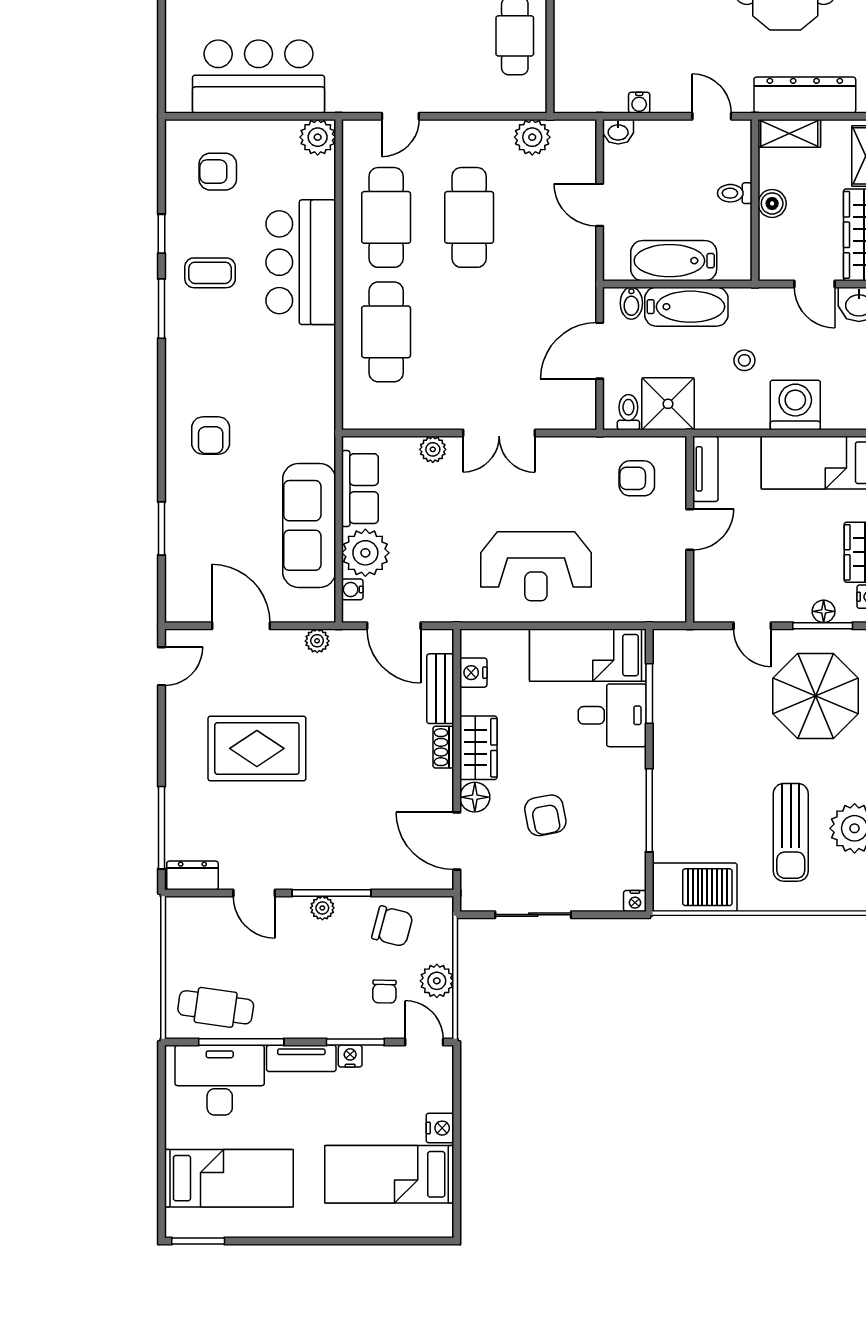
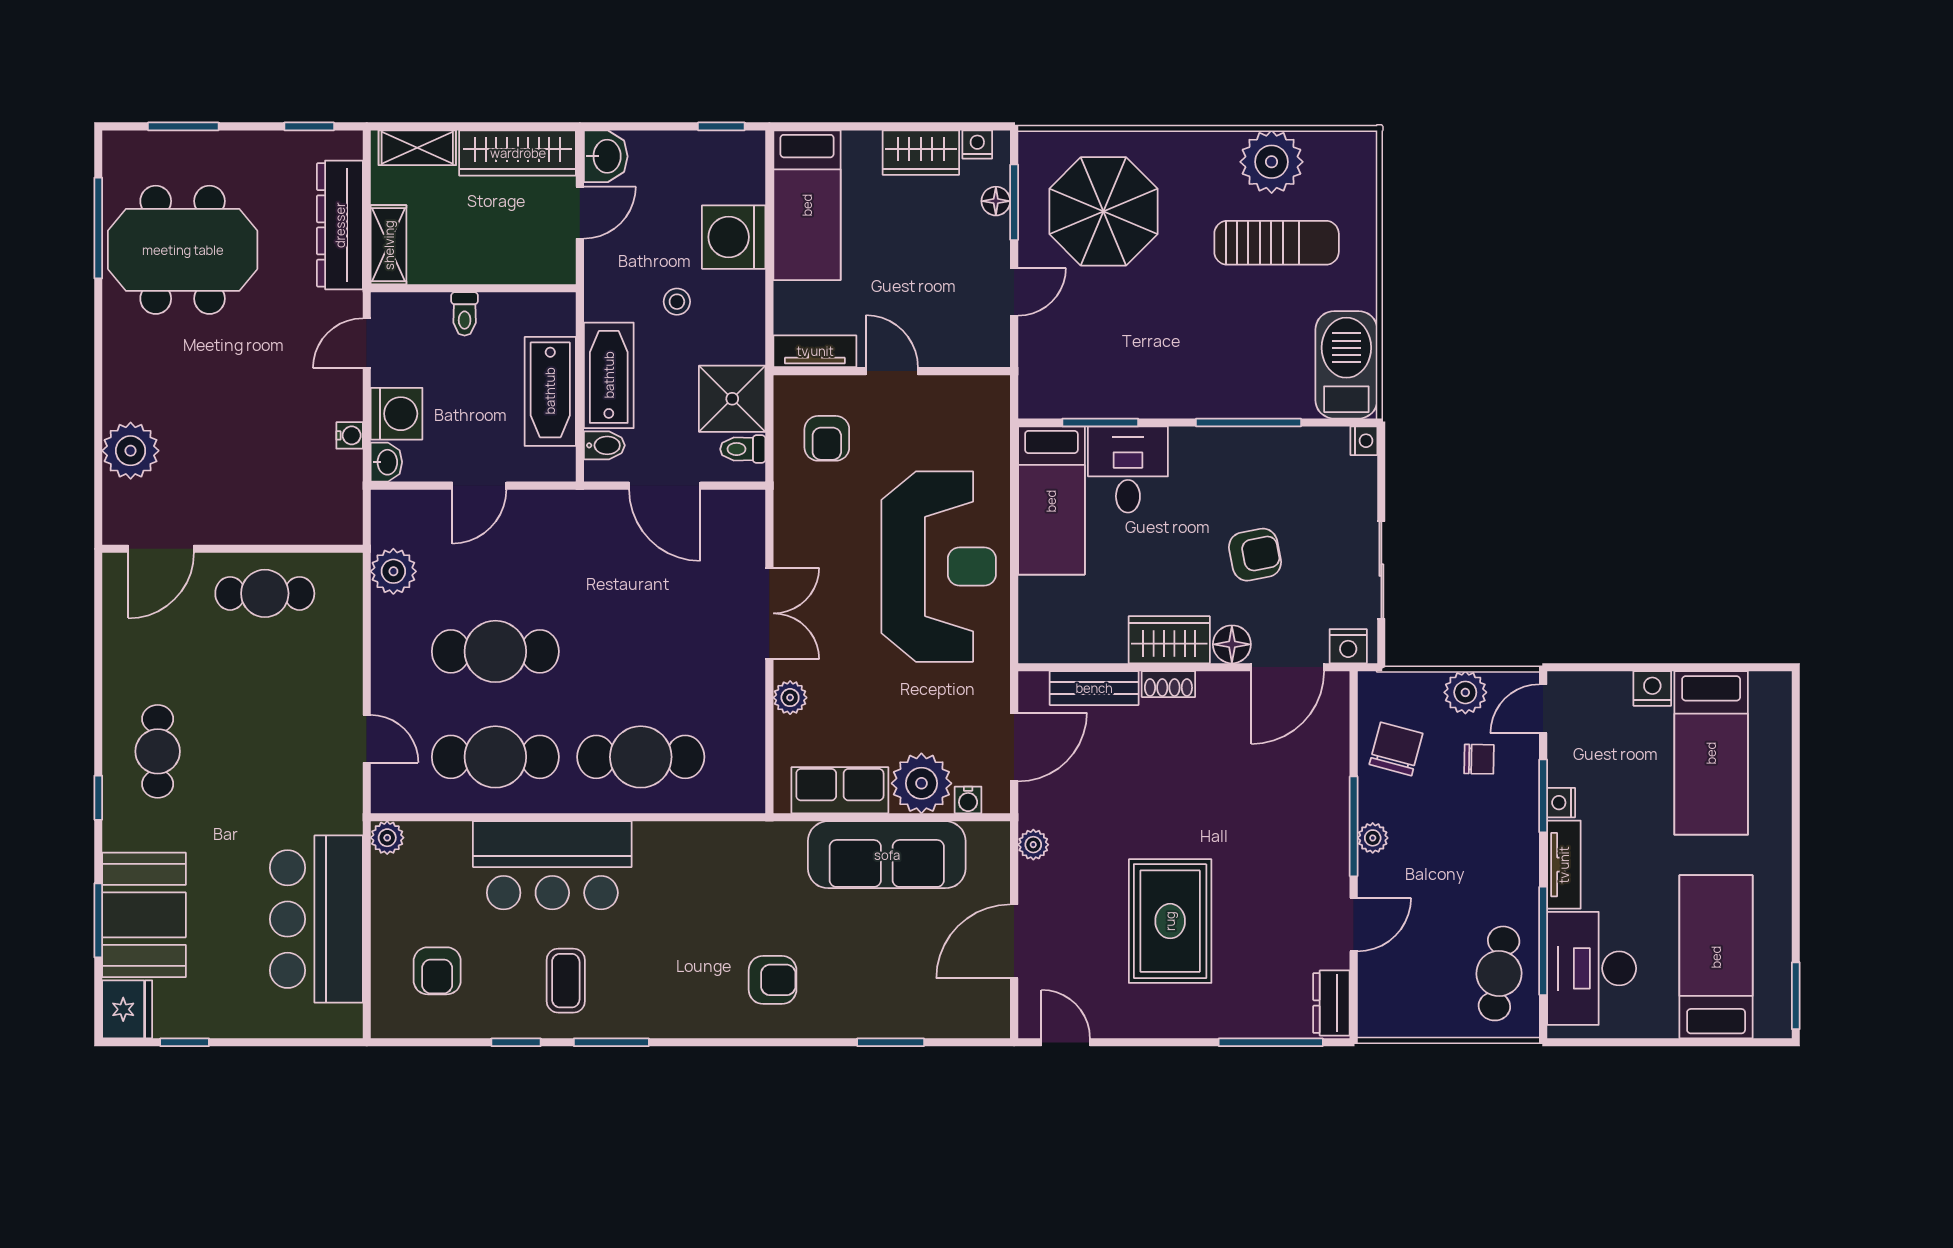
plant: (318, 137) -> (387, 838), width x0.73, depth x0.73
washing machine: (656, 140) -> (397, 414), added
boiler: (772, 203) -> (478, 266), removed
reception desk: (536, 566) -> (939, 567), width x1.36, depth x1.30
nightstand: (473, 673) -> (1348, 646), moved

